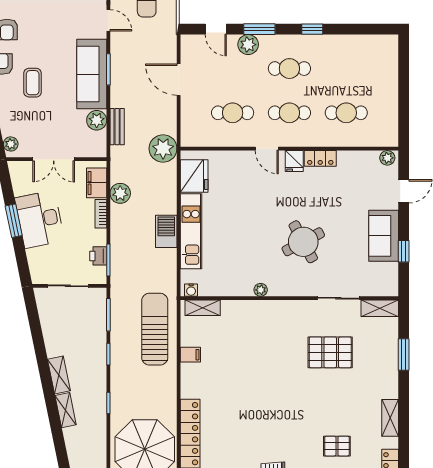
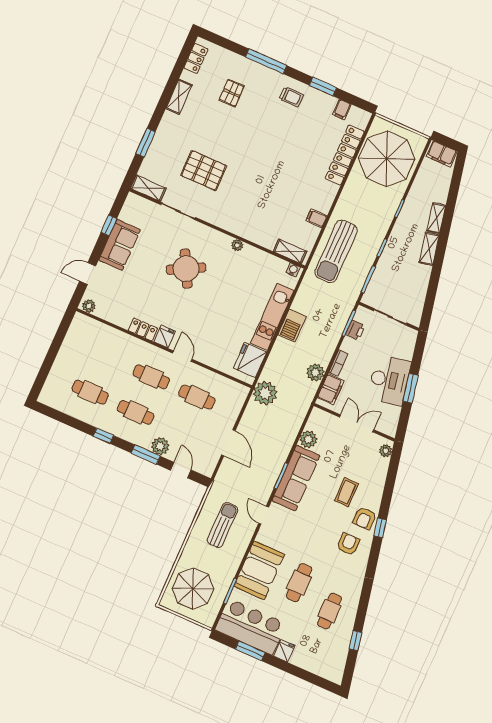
cafe table: (346, 113) -> (90, 392), moved
bench: (117, 127) -> (294, 427), removed
pallet: (337, 446) -> (232, 93), turned 90

